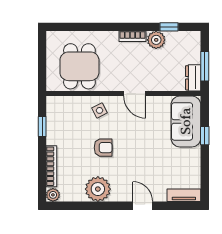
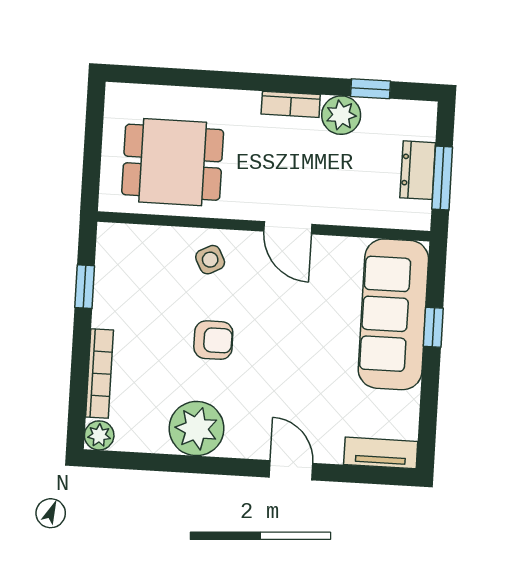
dining table: (79, 66) -> (173, 162), turned 90
dresser: (193, 78) -> (418, 170), moved
sofa: (186, 121) -> (393, 314), width x1.36

